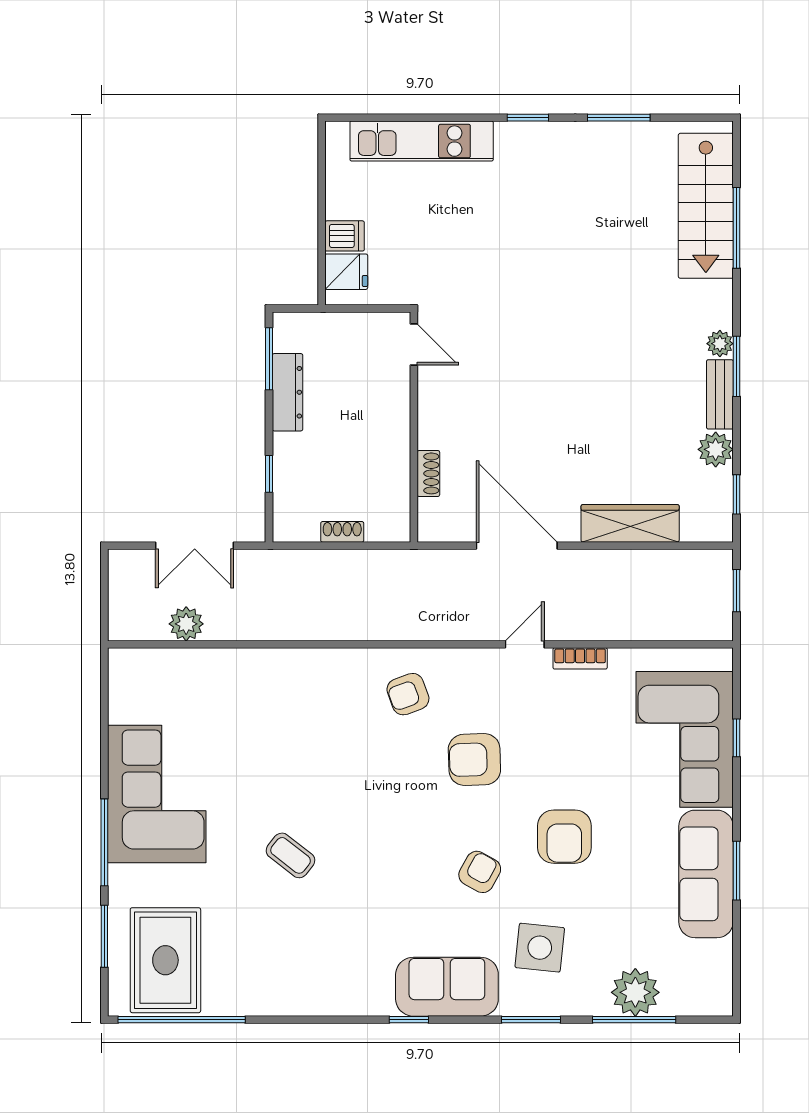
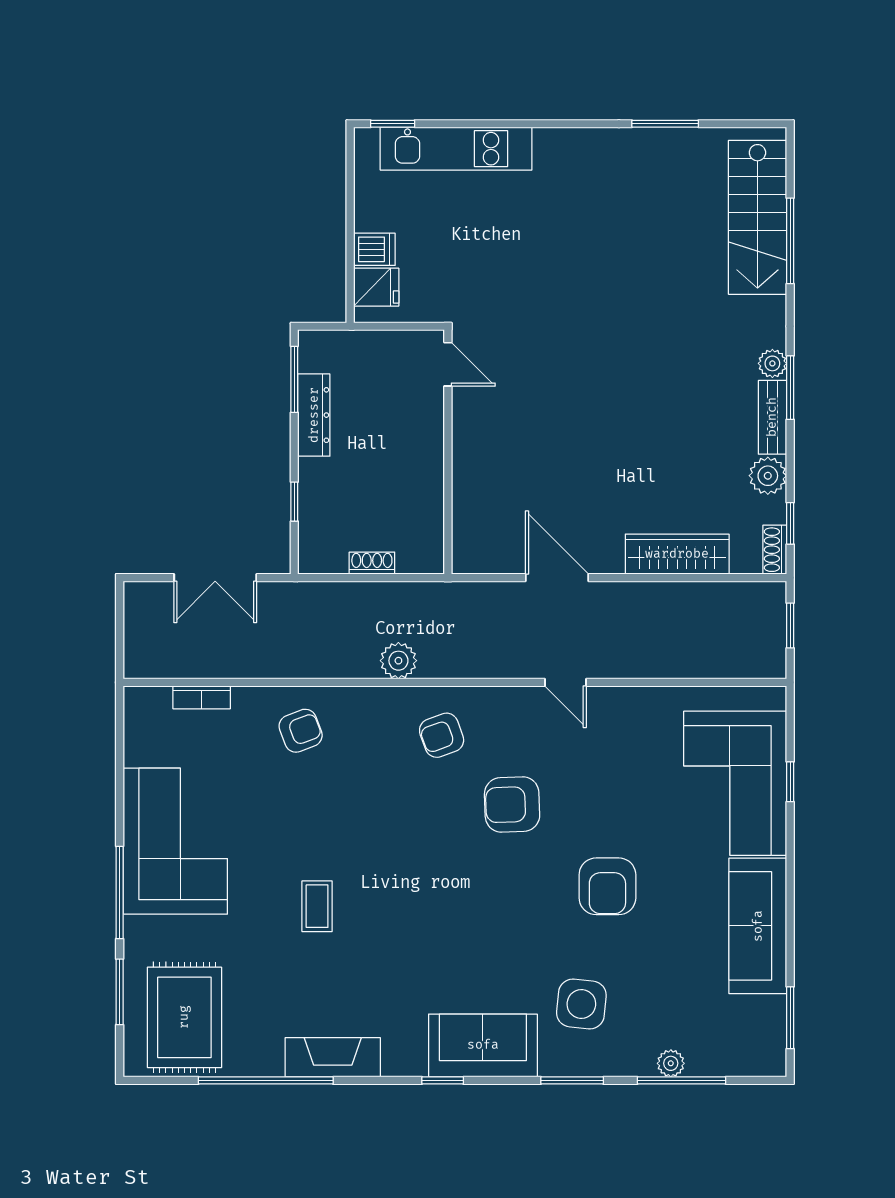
window: (528, 118) -> (393, 124), moved
shoe rack: (428, 473) -> (775, 550), moved, turned 180
door: (517, 546) -> (557, 578), width x0.73
plant: (186, 624) -> (398, 661), moved
door: (525, 644) -> (565, 682), swing flipped
bookcase: (580, 658) -> (202, 697), moved
coffee table: (291, 855) -> (317, 906), turned 52
window: (737, 871) -> (790, 1018), moved
armchair: (480, 872) -> (301, 731), moved, turned 40
plant: (635, 992) -> (671, 1063), width x0.53, depth x0.53
fireplace: (305, 998) -> (333, 1057), added
window: (182, 1020) -> (266, 1080), moved

